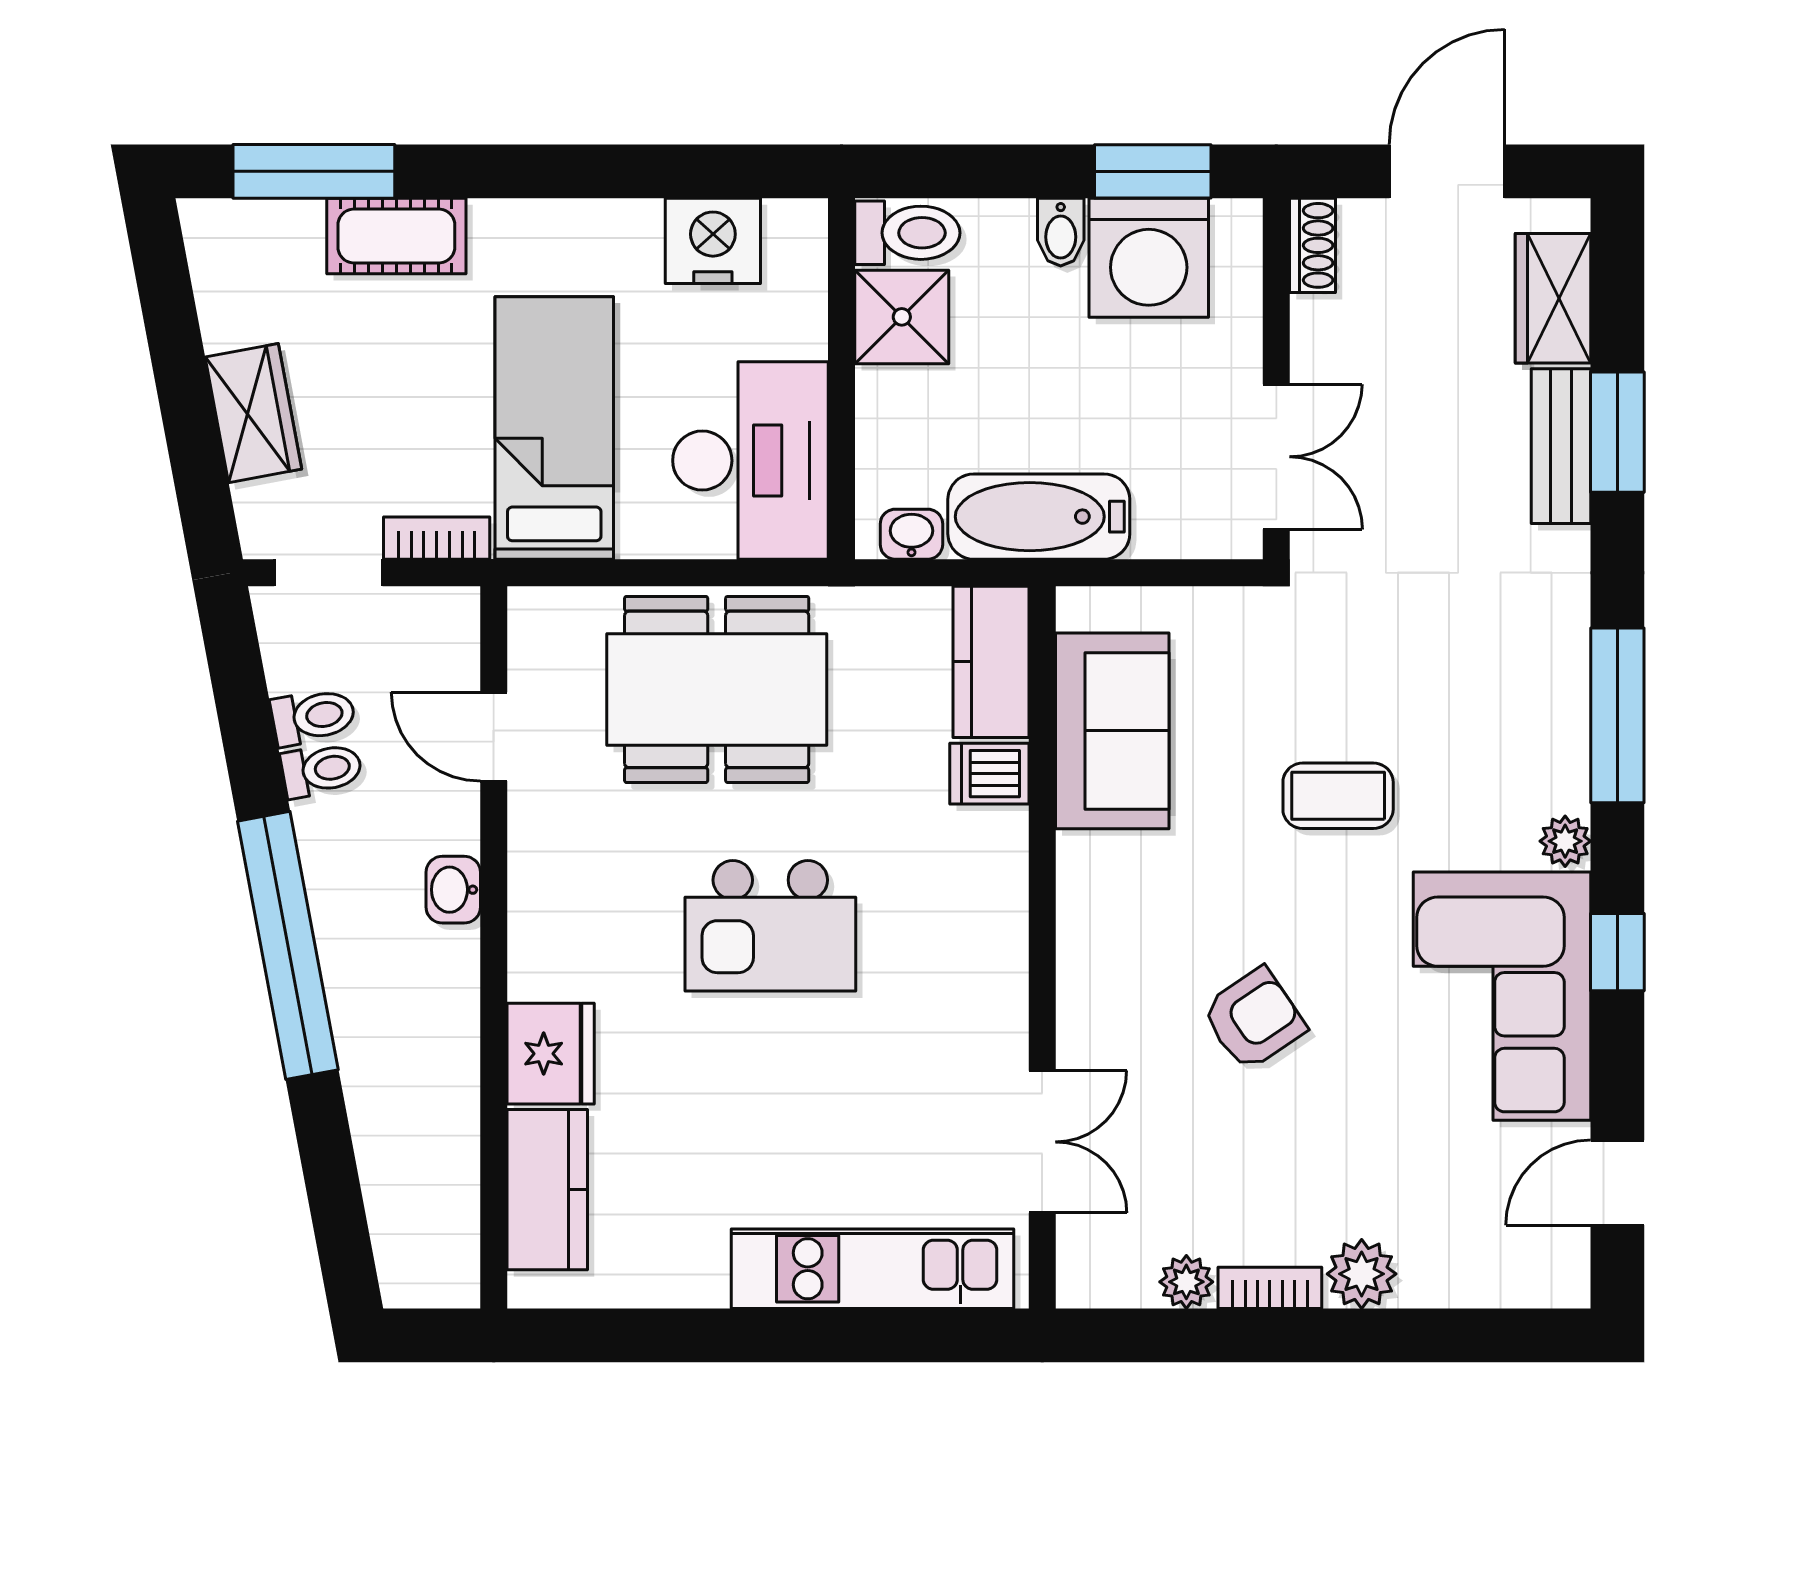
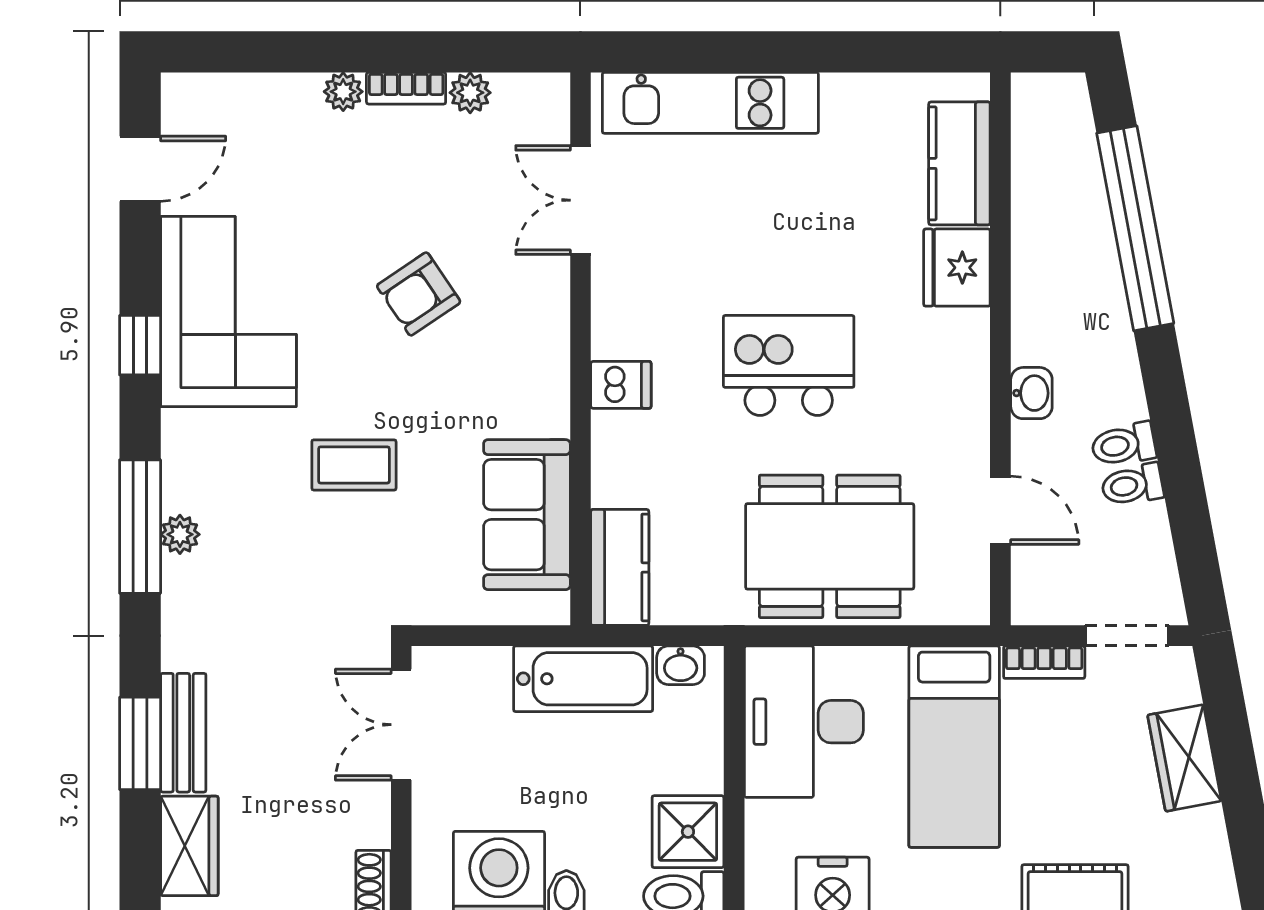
toilet: (313, 717) -> (1123, 445), moved
dishwasher: (989, 774) -> (621, 385), moved
plant: (1565, 841) -> (180, 534), moved
window: (288, 945) -> (1135, 228), moved
plant: (1362, 1274) -> (343, 92), width x0.73, depth x0.73

